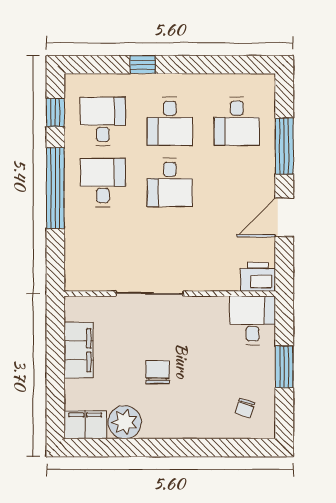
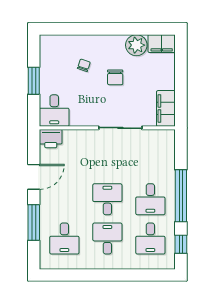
window: (143, 65) -> (125, 275), removed
desk: (237, 121) -> (64, 239), turned 180
filing cabinet: (79, 350) -> (166, 108), moved
chair: (245, 408) -> (84, 65), moved

